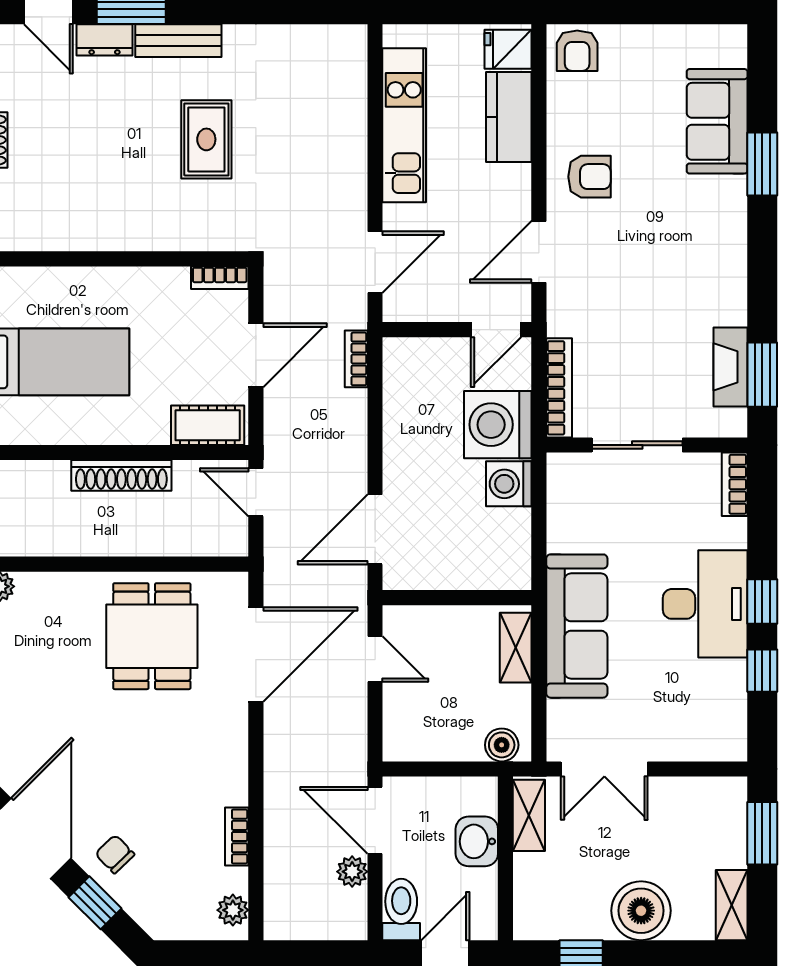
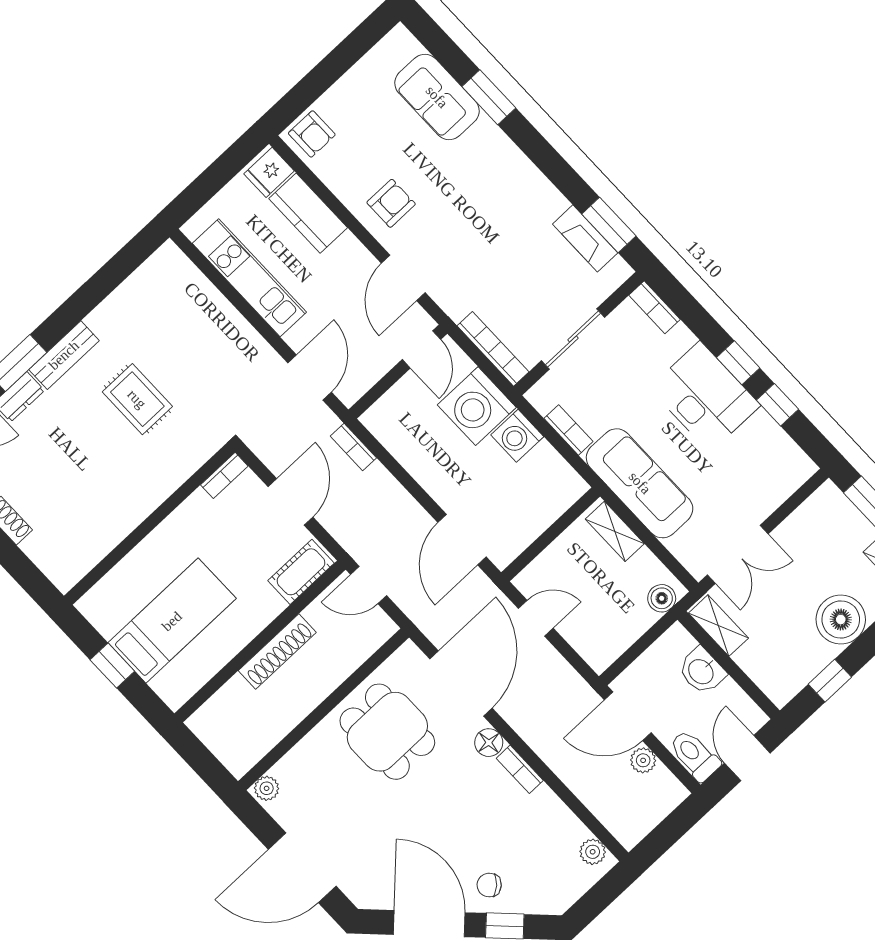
bookcase: (558, 521) -> (568, 430), added
floor lamp: (232, 729) -> (489, 743), added
bookcase: (237, 837) -> (520, 769), moved

